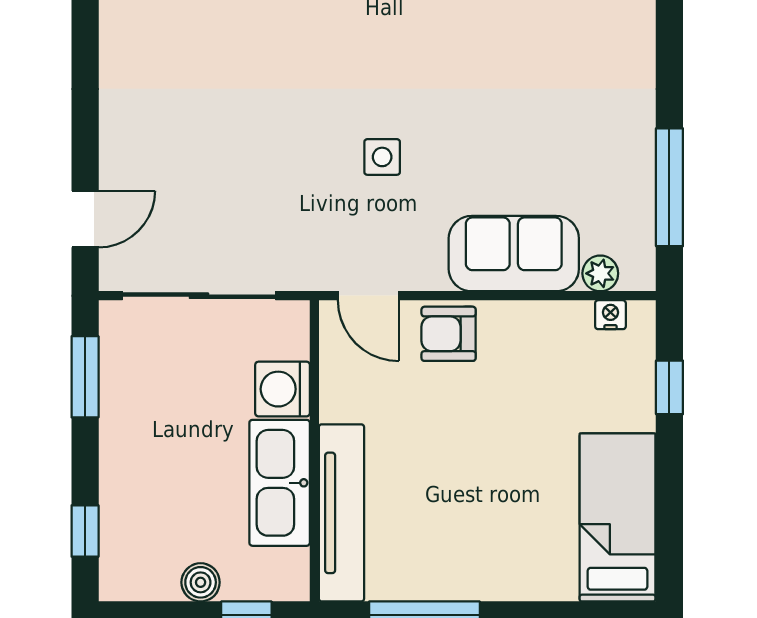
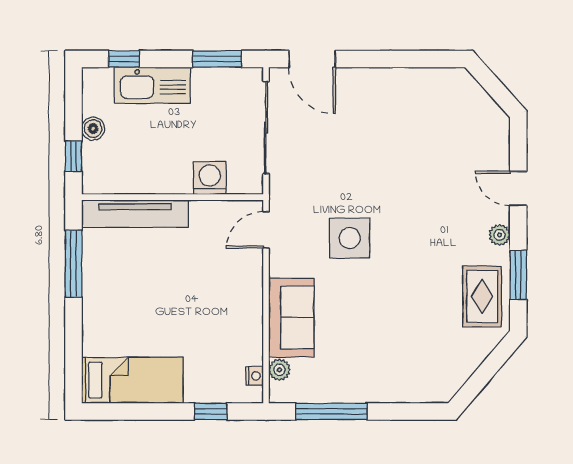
side table: (382, 157) -> (350, 238), width x1.87, depth x1.87
door: (85, 219) -> (312, 59), width x1.38
armchair: (449, 334) -> (243, 278), removed
kitchen sink: (280, 483) -> (152, 85), moved, turned 180

